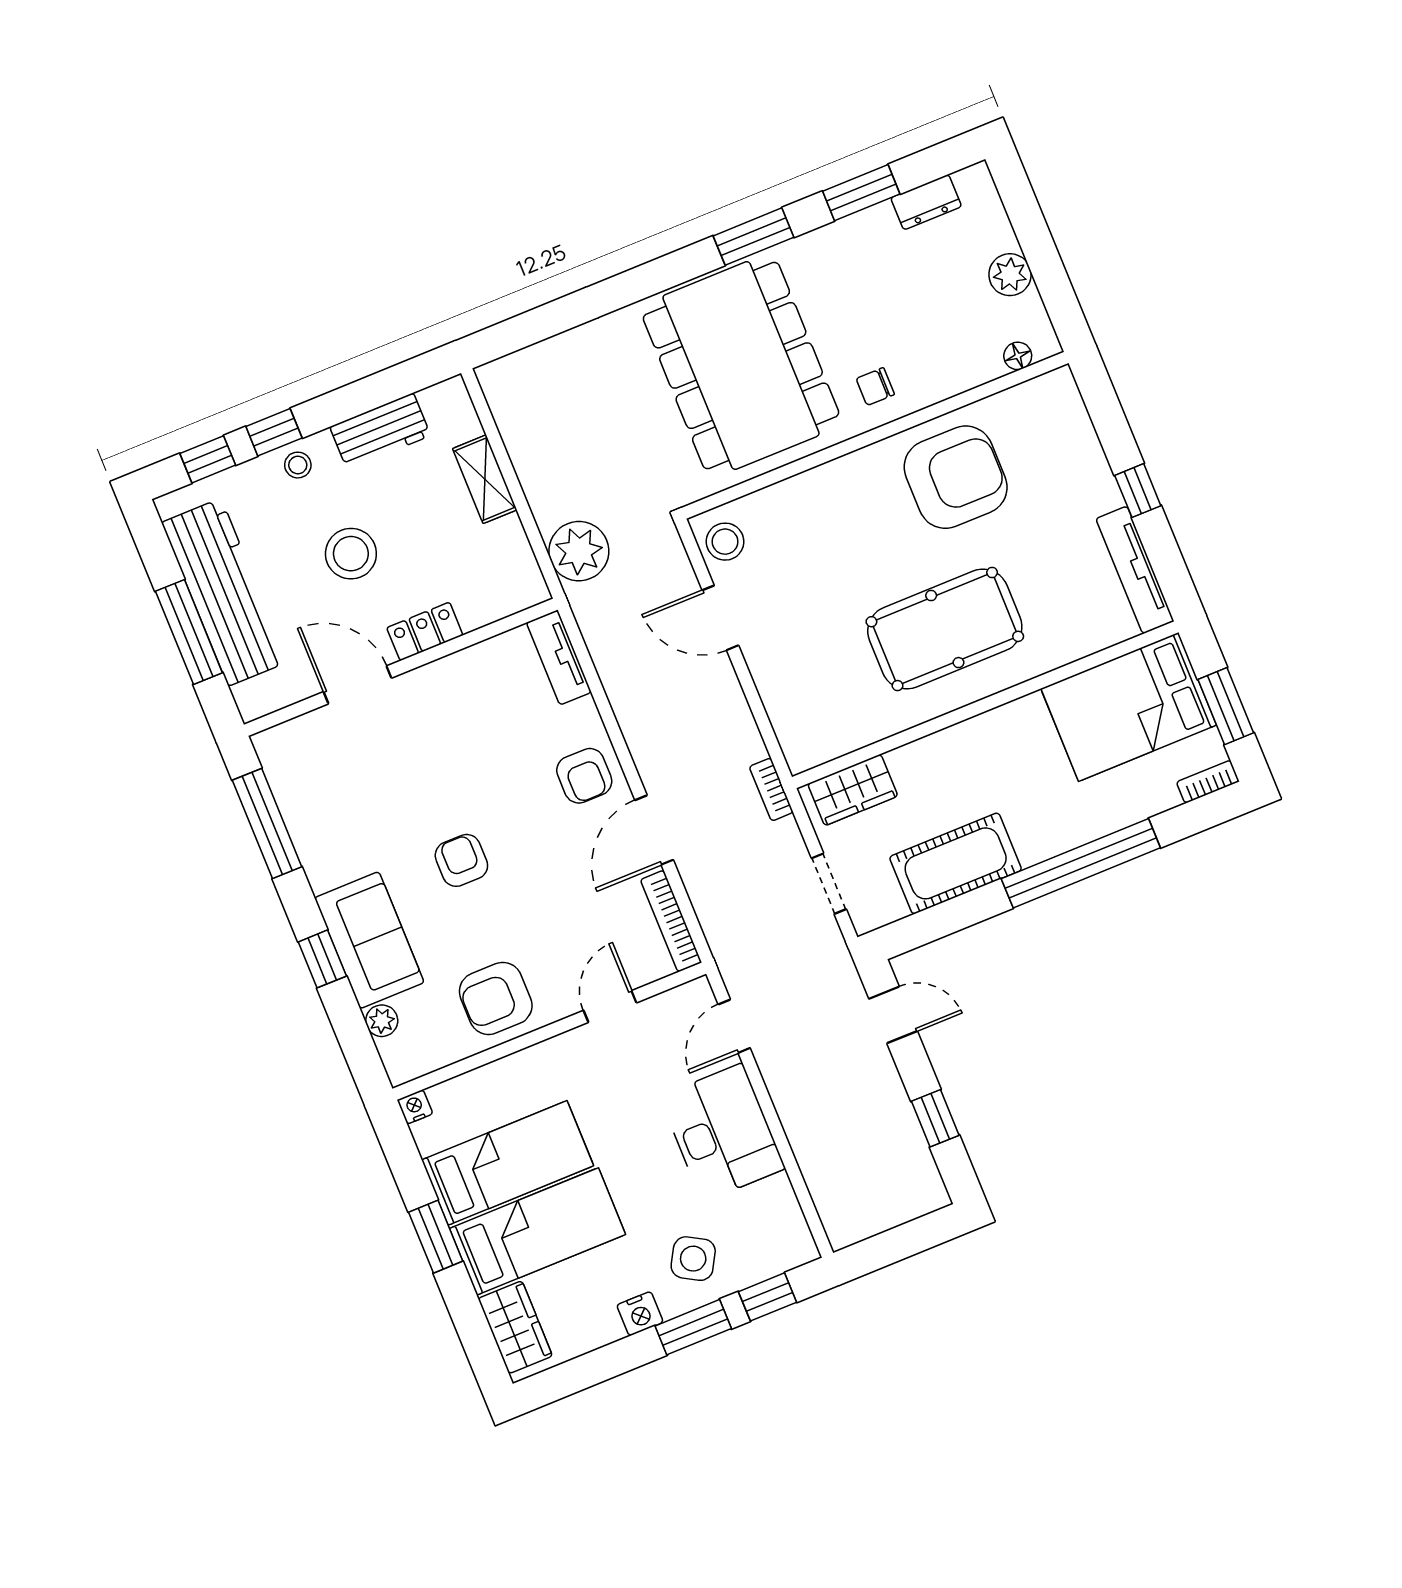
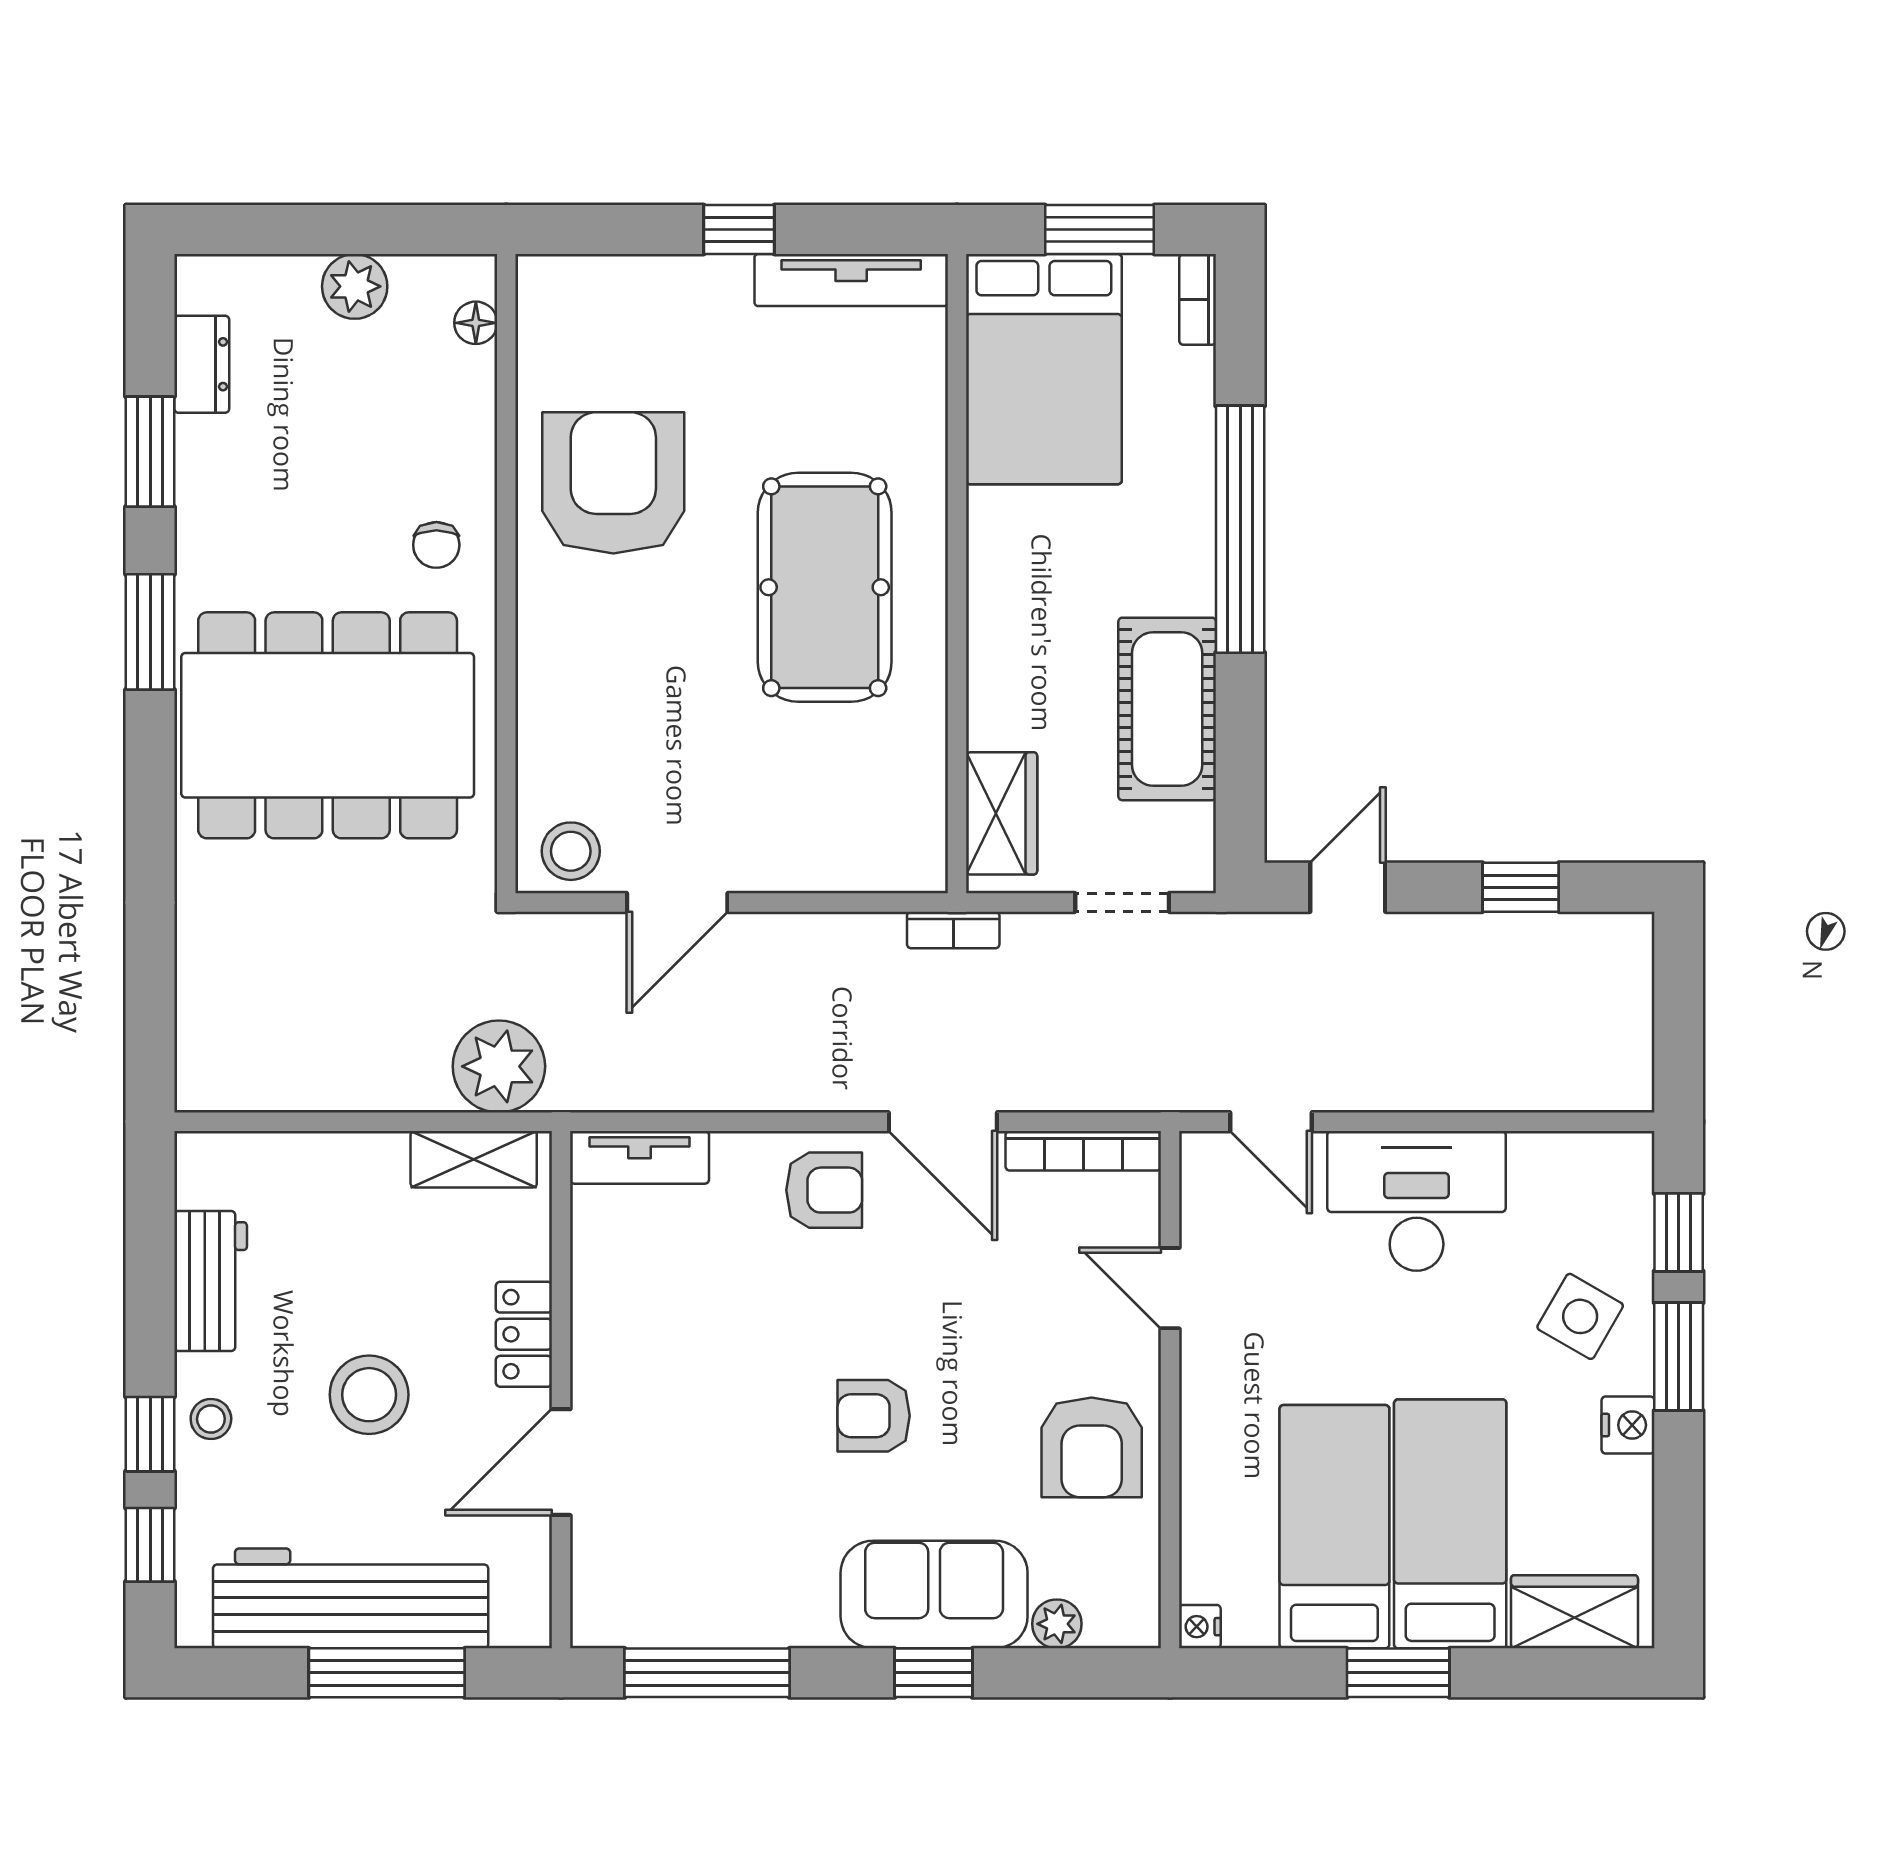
shelving: (485, 479) -> (474, 1159), moved

